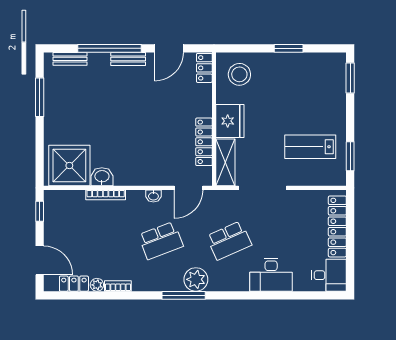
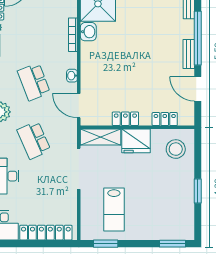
locker: (204, 68) -> (165, 119), moved
locker: (204, 142) -> (125, 119), width x0.66
lab bench: (310, 147) -> (114, 210), turned 180

